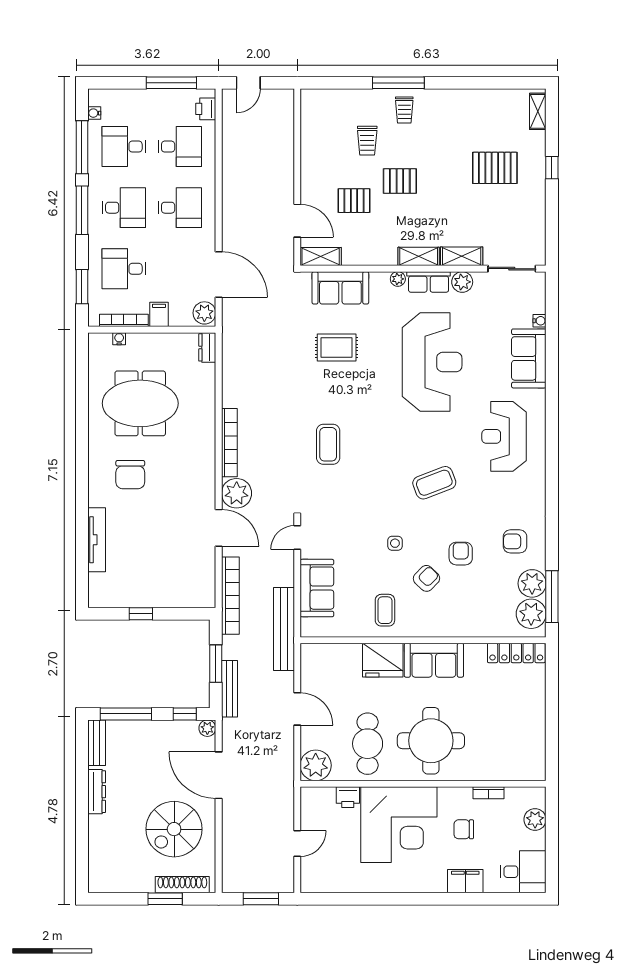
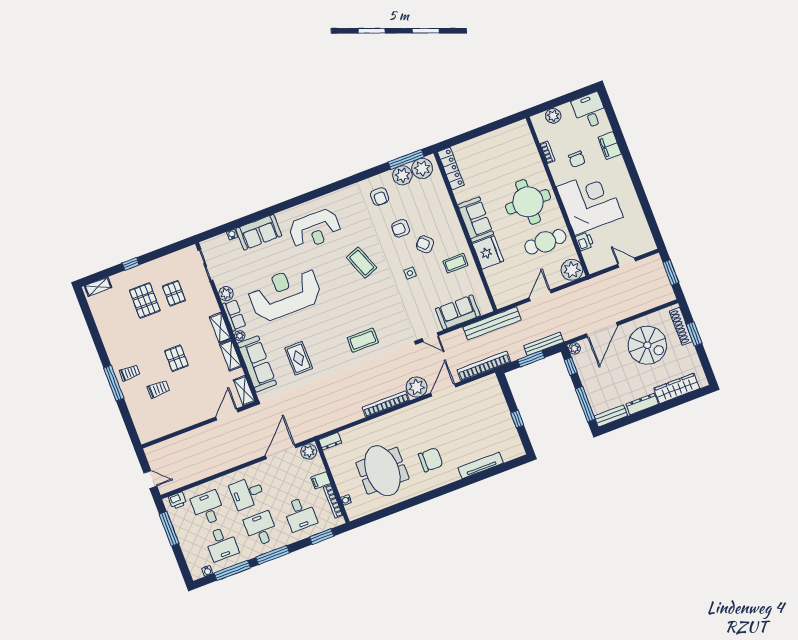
pallet: (354, 201) -> (174, 293), moved
desk: (180, 208) -> (247, 493), turned -90
shelving: (462, 256) -> (231, 355), moved
sofa: (340, 288) -> (257, 364), width x1.36
wardrobe: (100, 847) -> (677, 388), added

